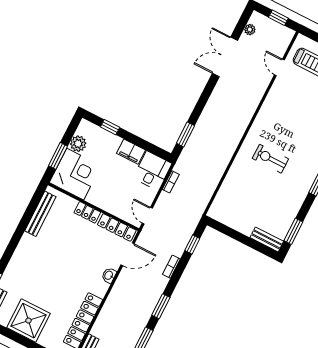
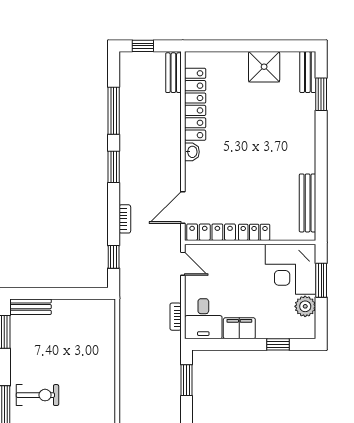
exercise bike: (270, 159) -> (37, 395), moved
washbasin: (109, 275) -> (192, 152), moved
shower: (28, 321) -> (264, 67), width x0.73, depth x0.73

